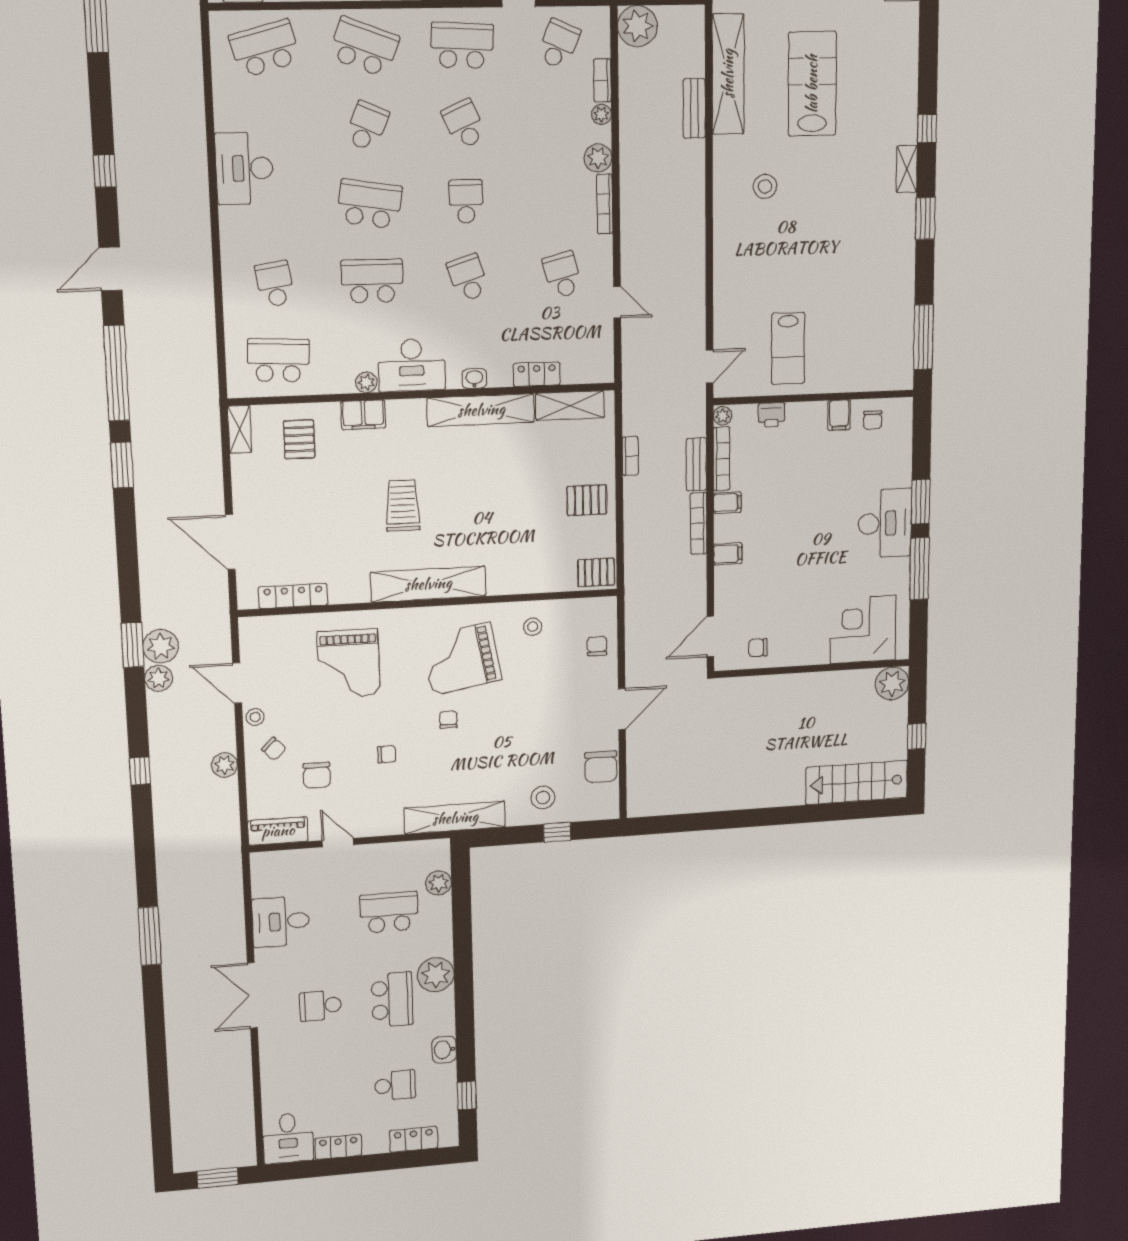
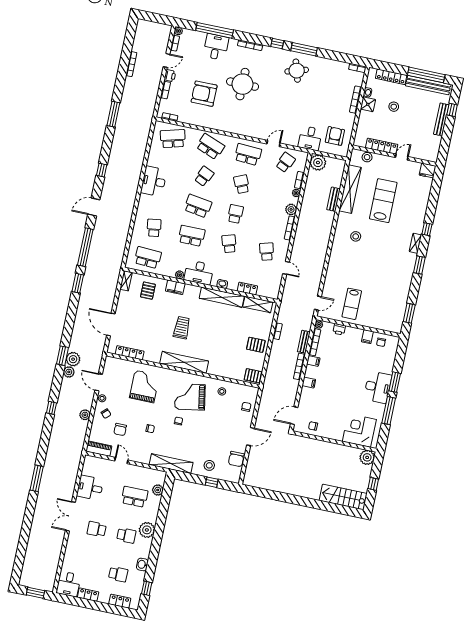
window: (923, 337) -> (409, 313), width x0.69
grand piano: (349, 664) -> (144, 386), turned 180
school desk: (392, 1000) -> (126, 535), width x0.54

